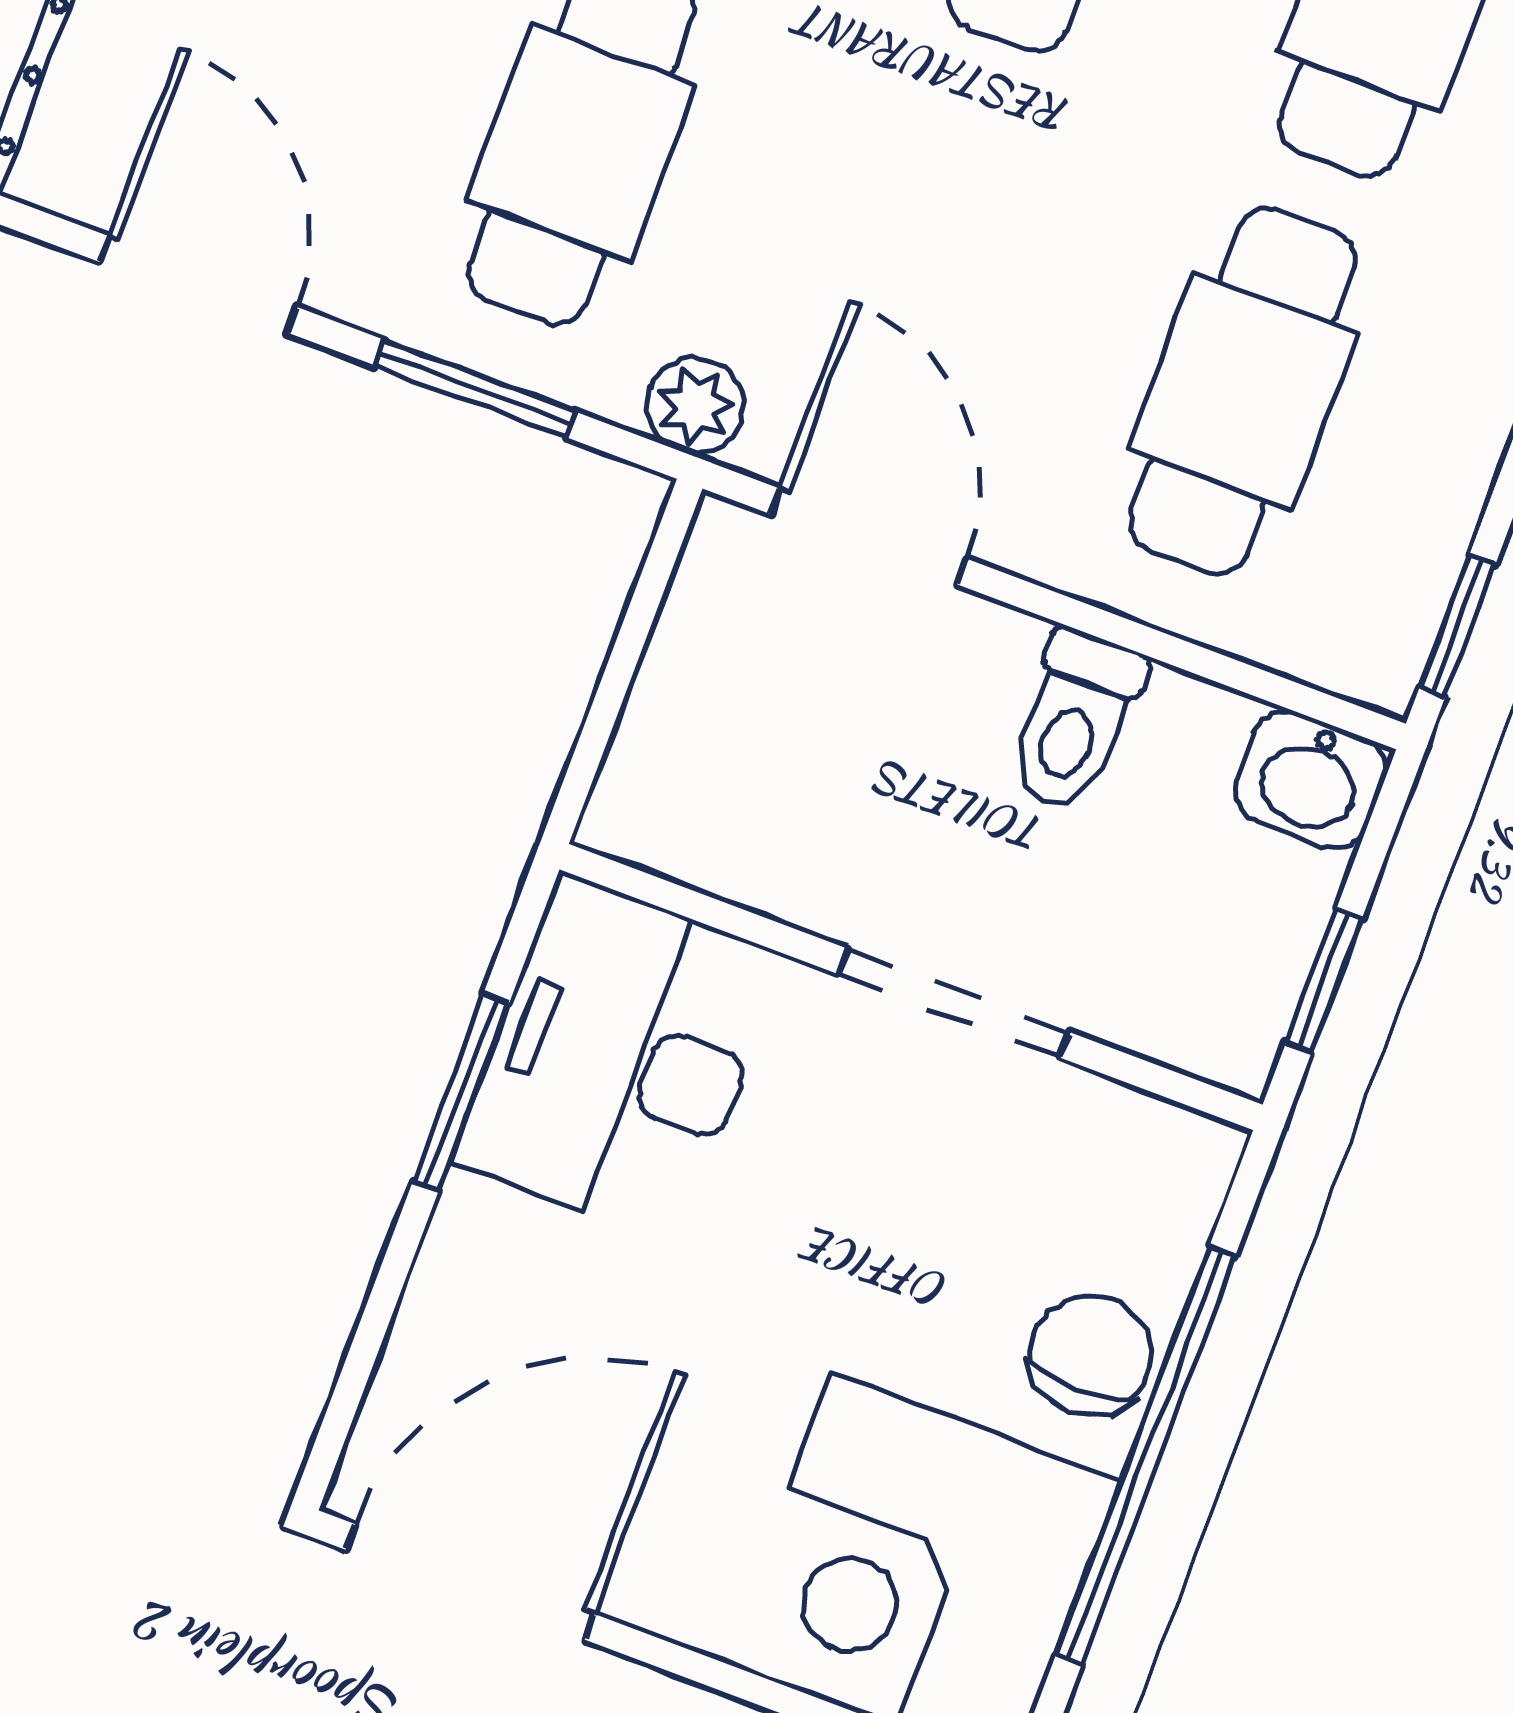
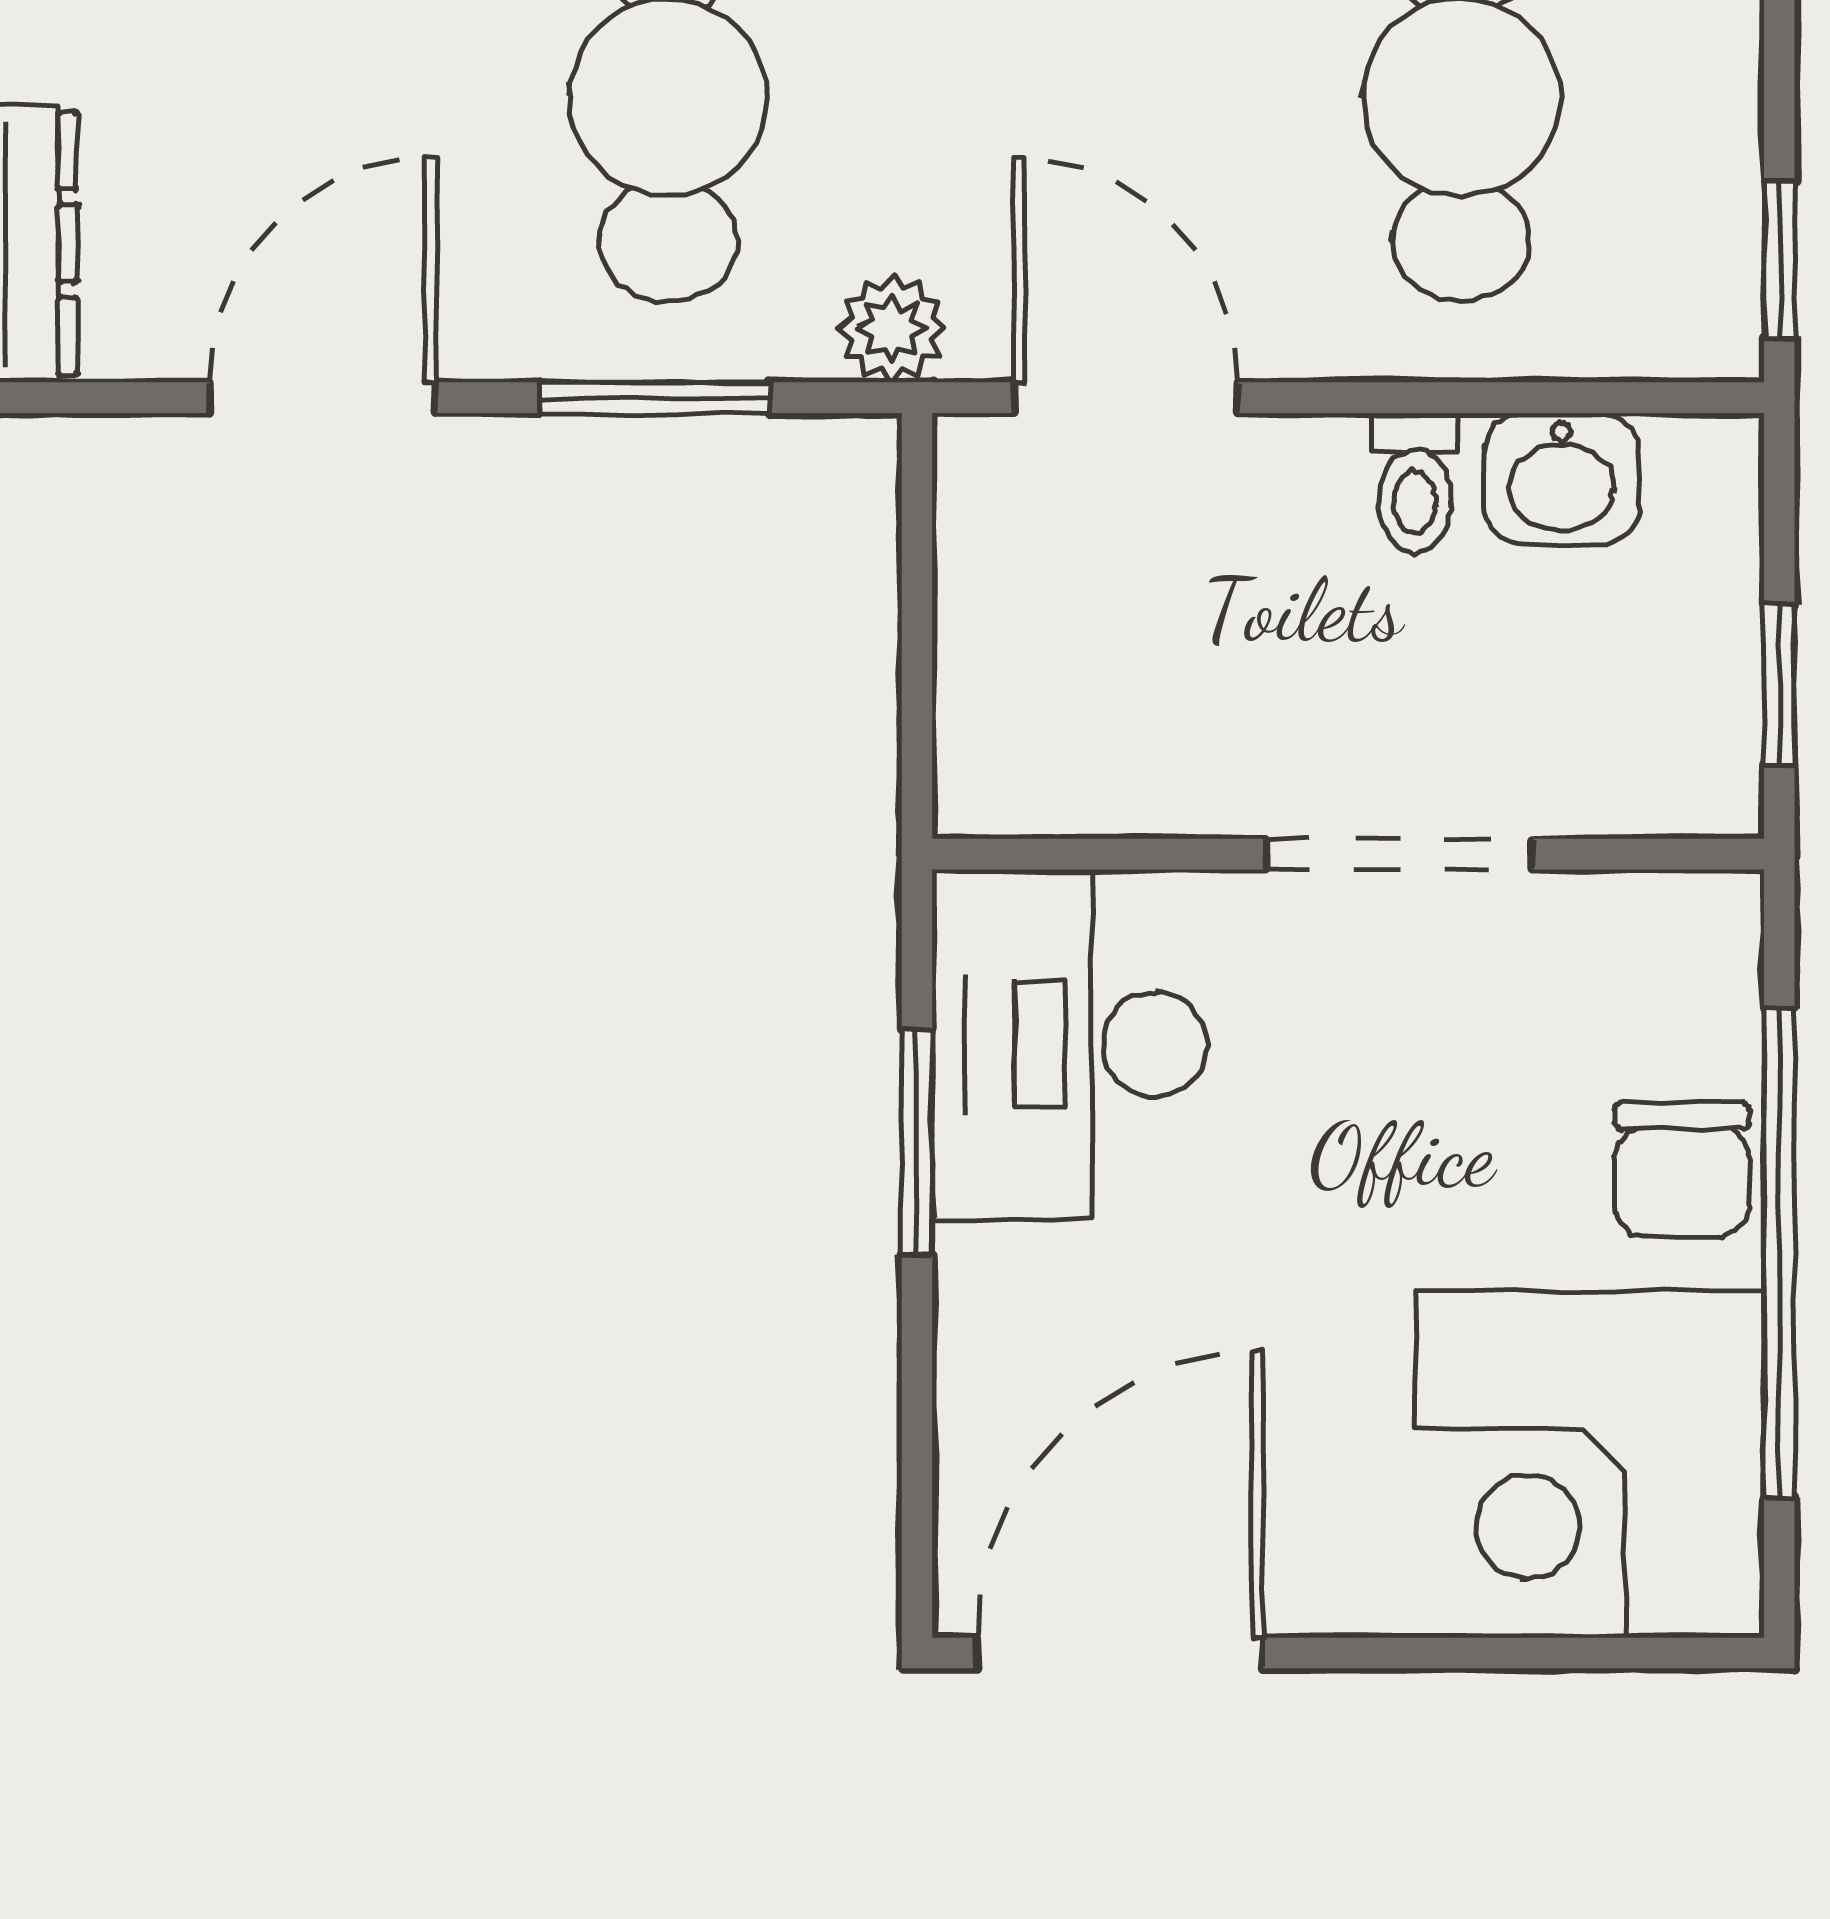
door: (199, 285) -> (323, 398), hinge flipped
toilet: (1075, 721) -> (1415, 483), width x0.73, depth x0.72
washbasin: (1311, 780) -> (1561, 479), moved
chair: (1091, 1355) -> (1682, 1170), turned 180

